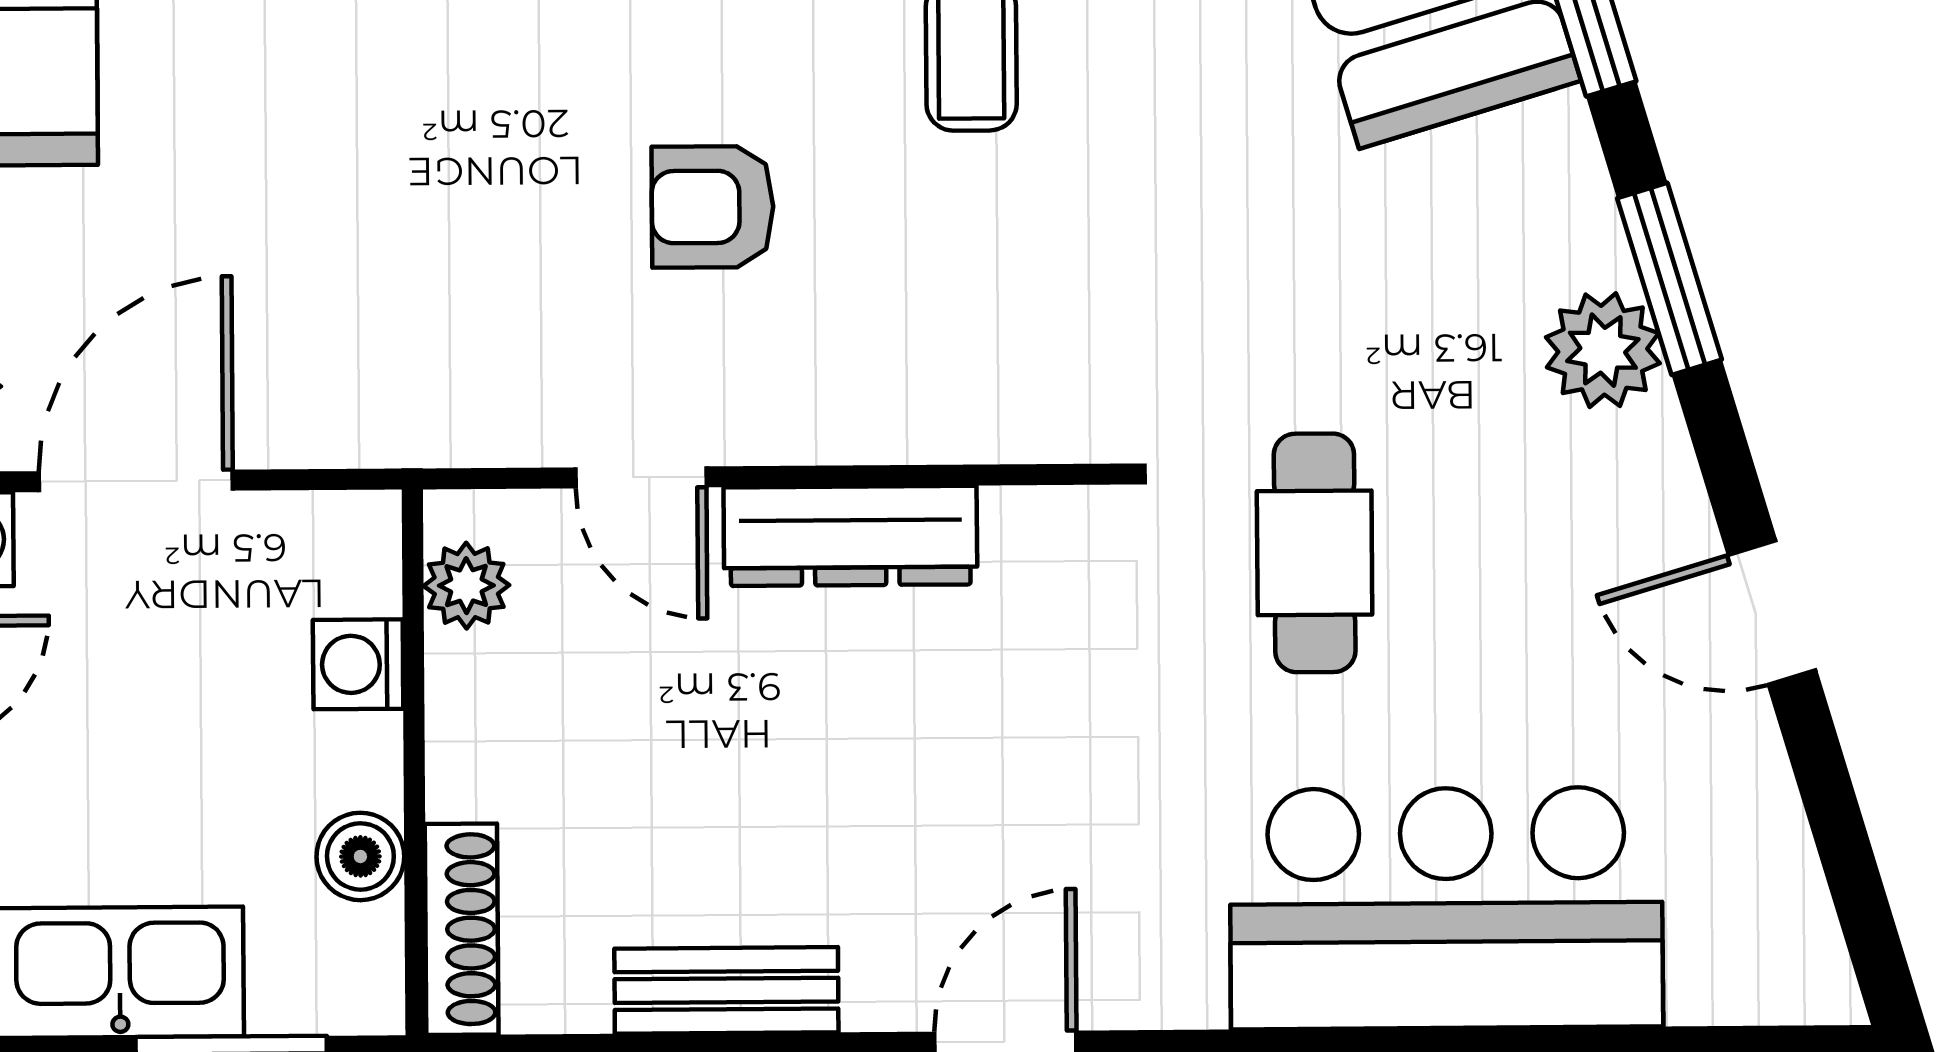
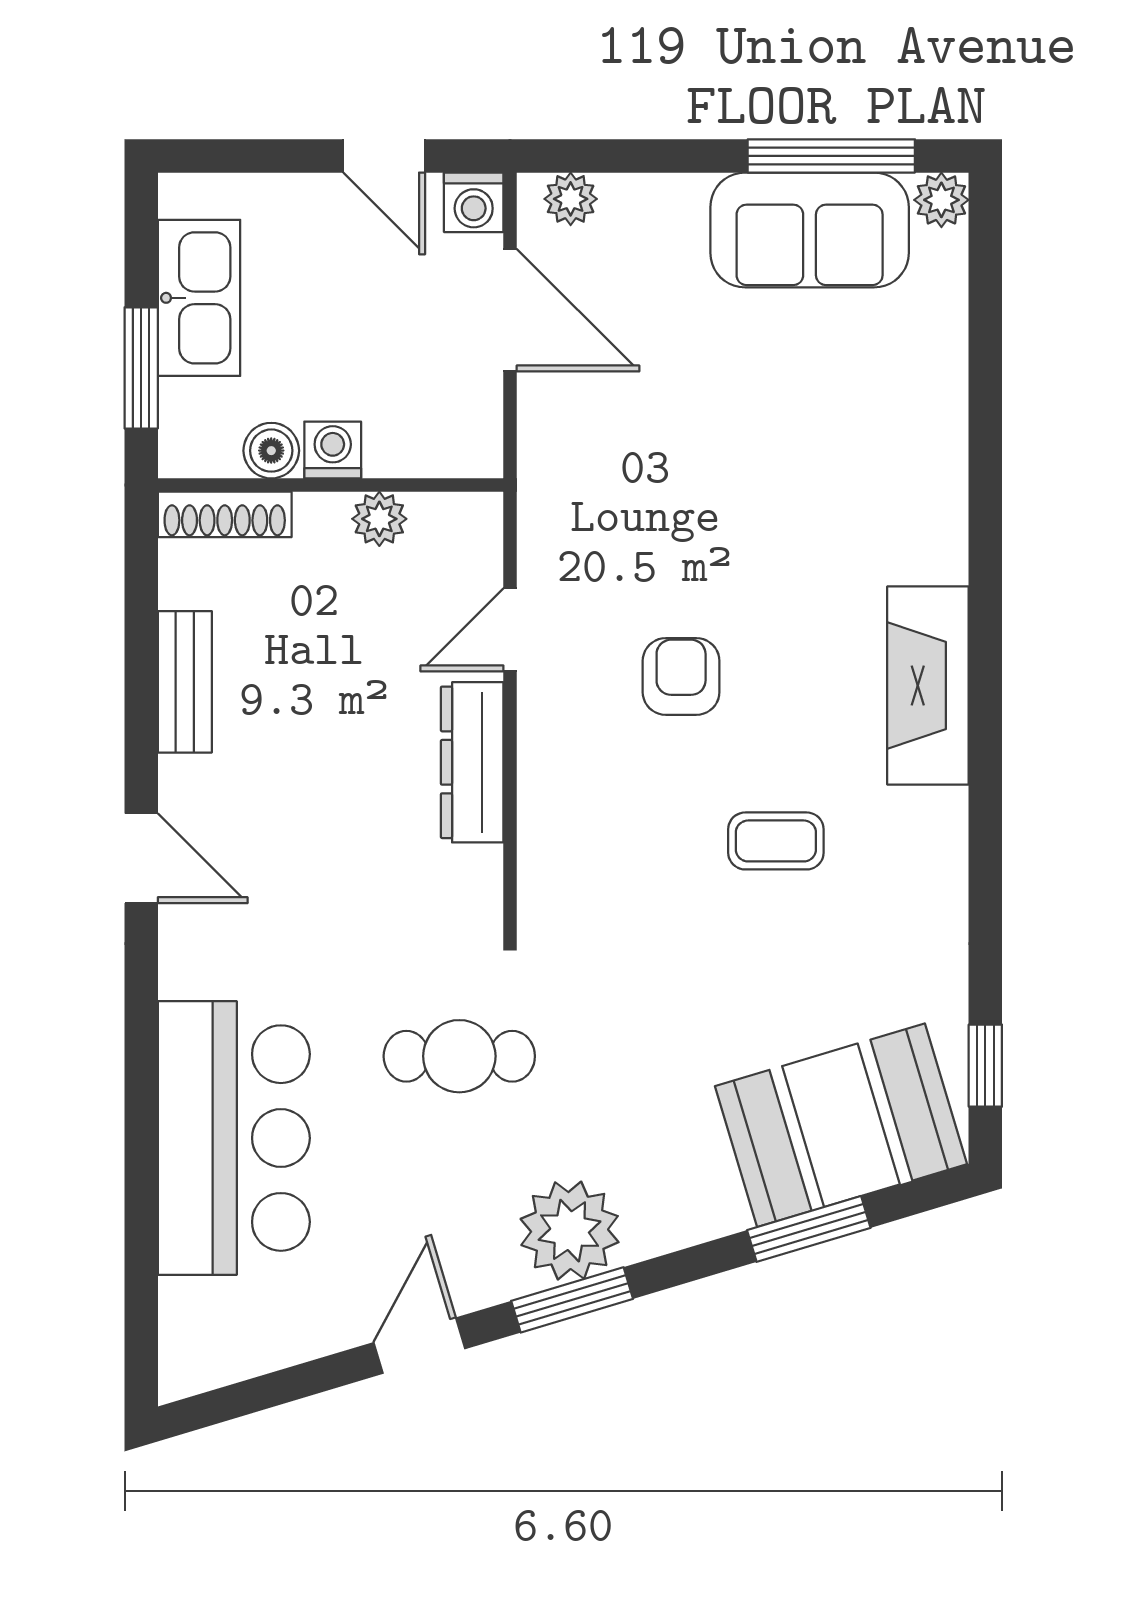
window: (1670, 279) -> (572, 1300), moved
plant: (1603, 350) -> (570, 1231), width x1.36, depth x1.36
plant: (466, 586) -> (379, 519), moved
washing machine: (358, 664) -> (333, 450), moved

